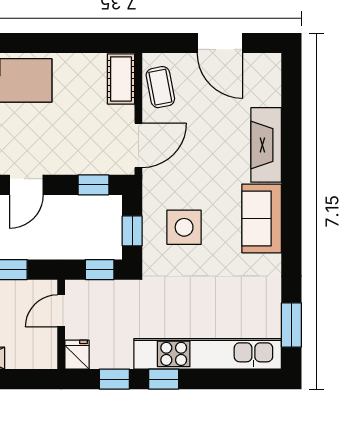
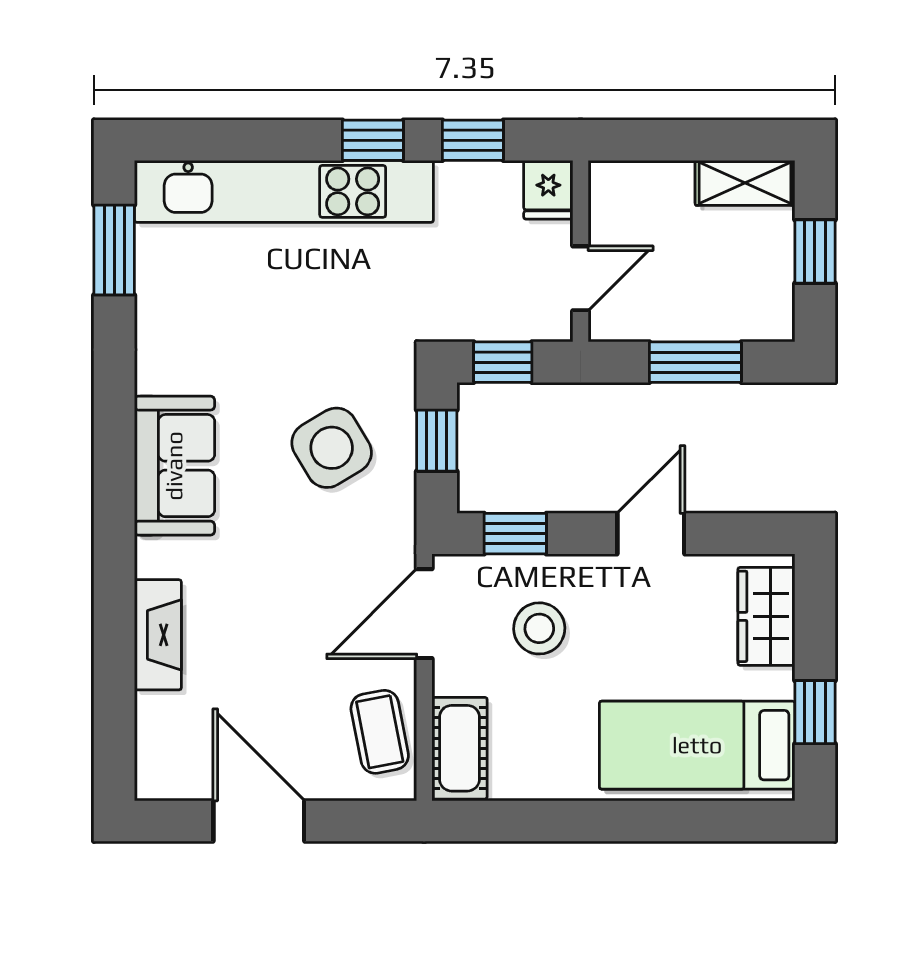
stool: (82, 138) -> (539, 628), added
fireplace: (266, 145) -> (158, 635), width x0.73, depth x0.76
side table: (184, 227) -> (332, 448), turned -31

